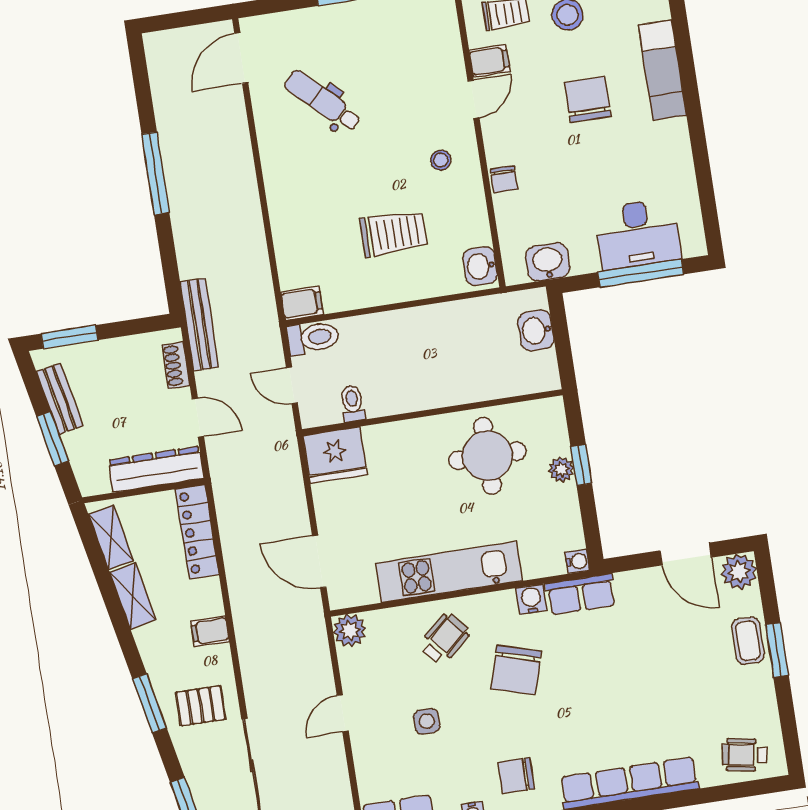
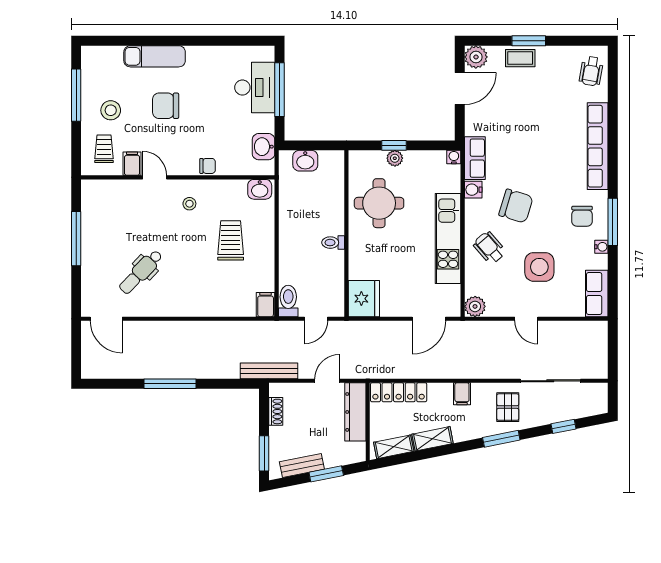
shoe rack: (176, 365) -> (276, 411), moved, turned -90
toilet: (353, 403) -> (333, 243), moved
side table: (427, 721) -> (539, 267), width x1.87, depth x1.87

